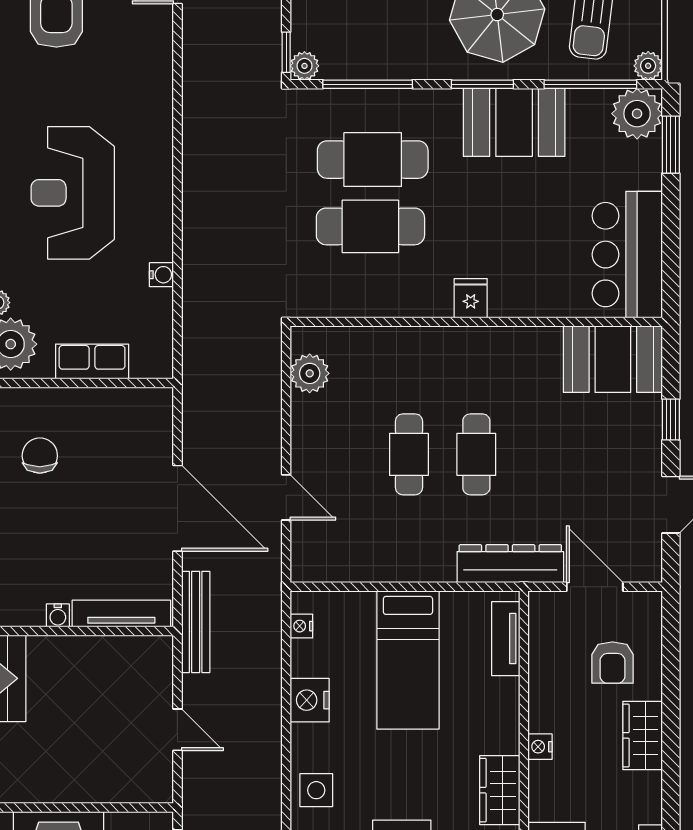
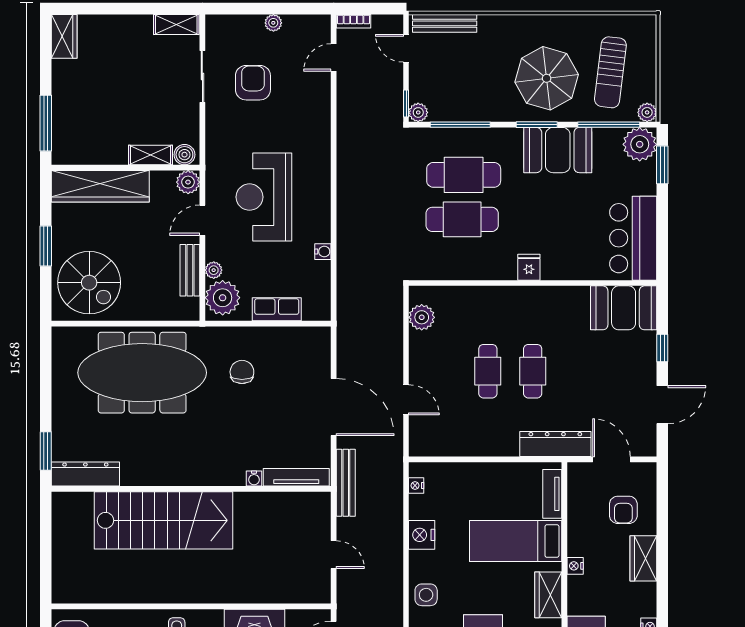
bed: (408, 660) -> (516, 541), moved, turned 90

